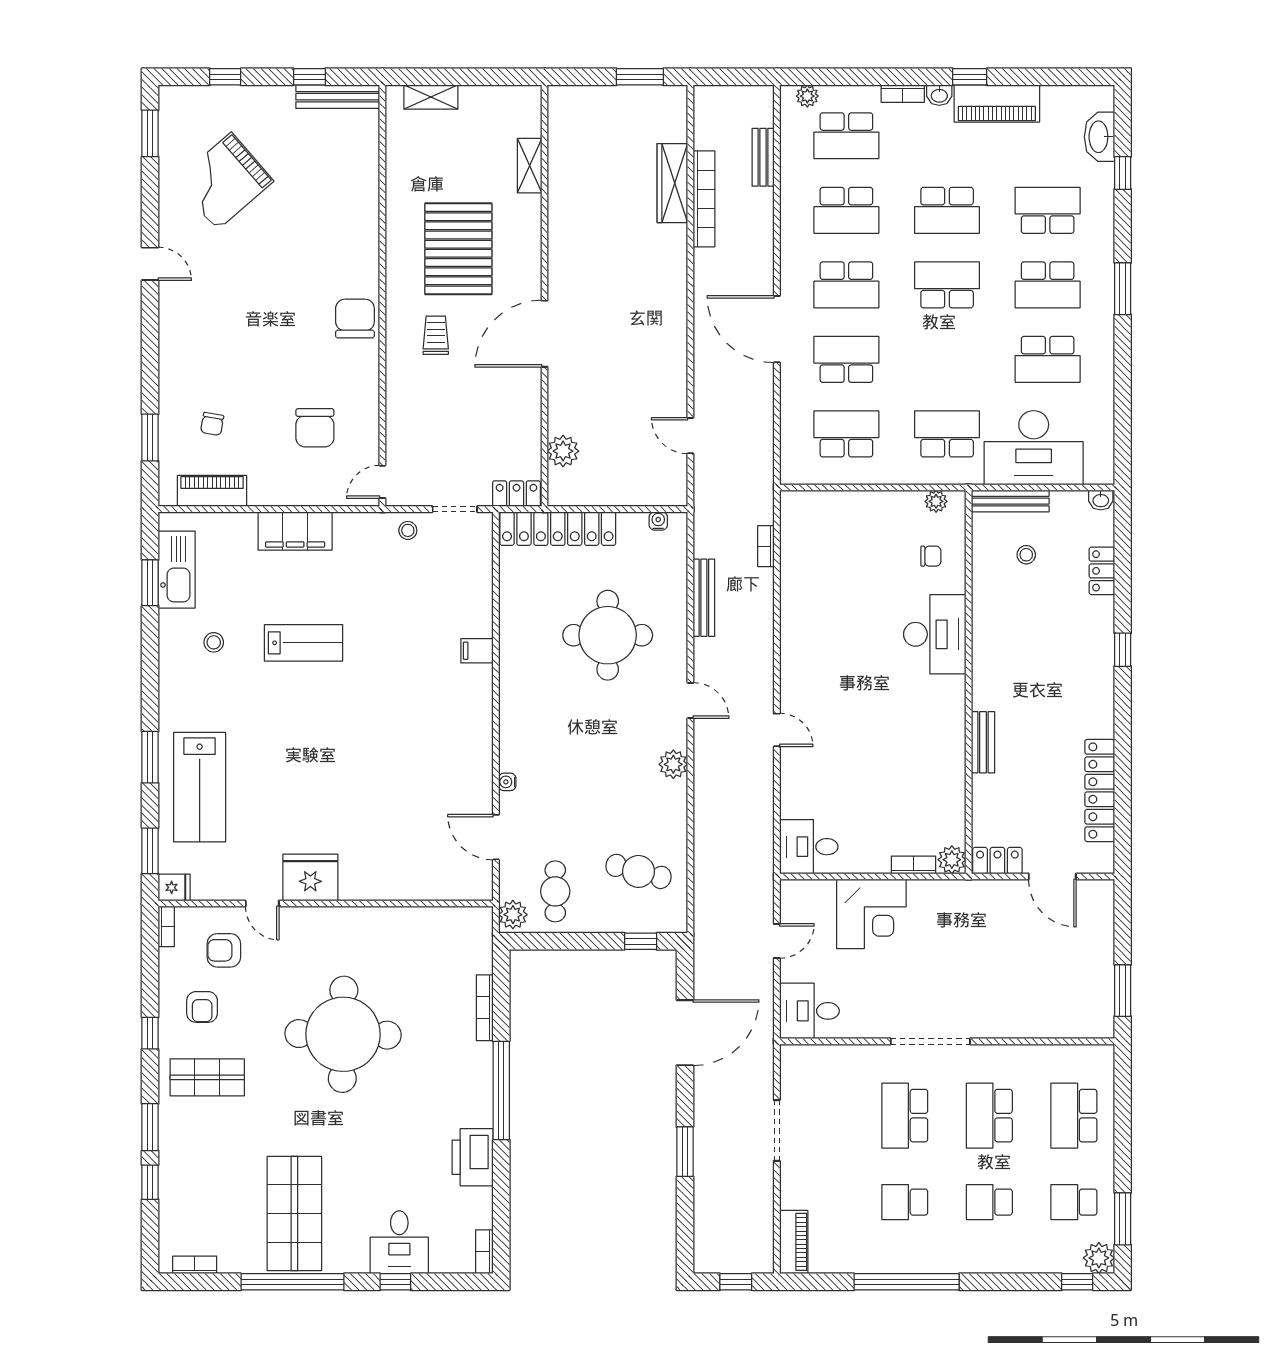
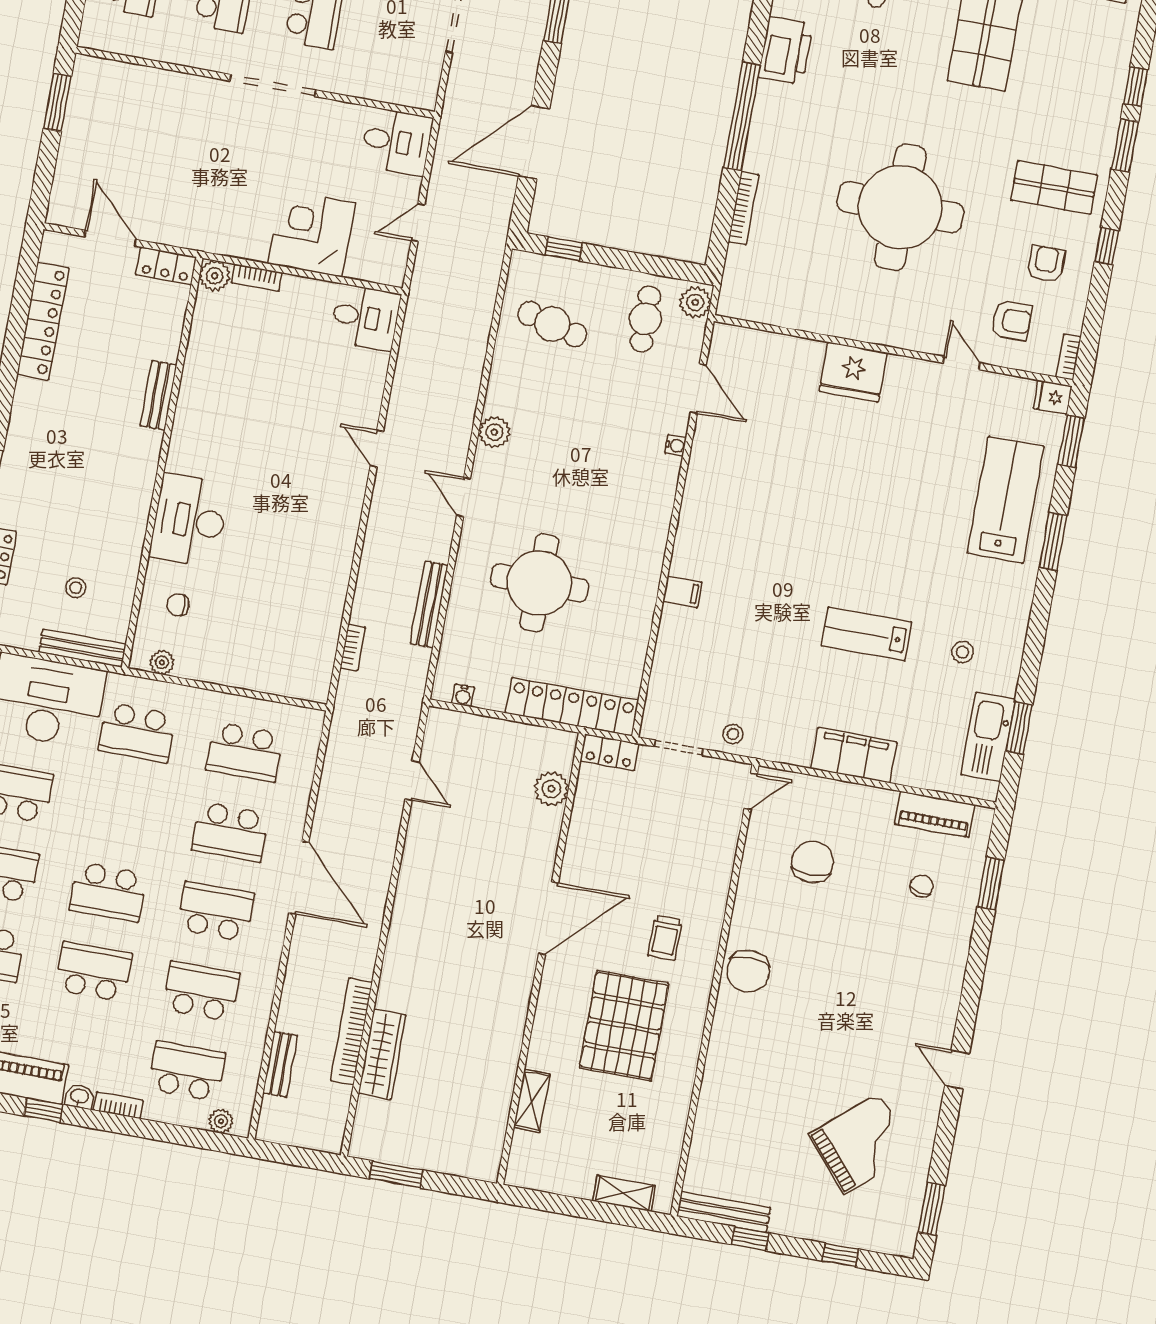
fridge: (310, 878) -> (853, 372), moved

